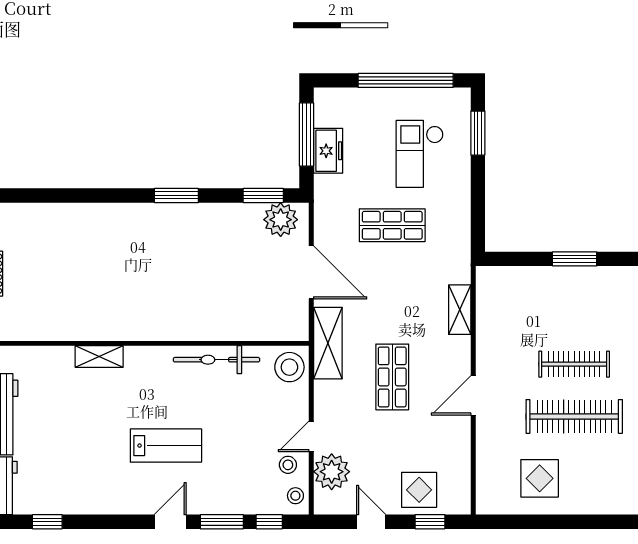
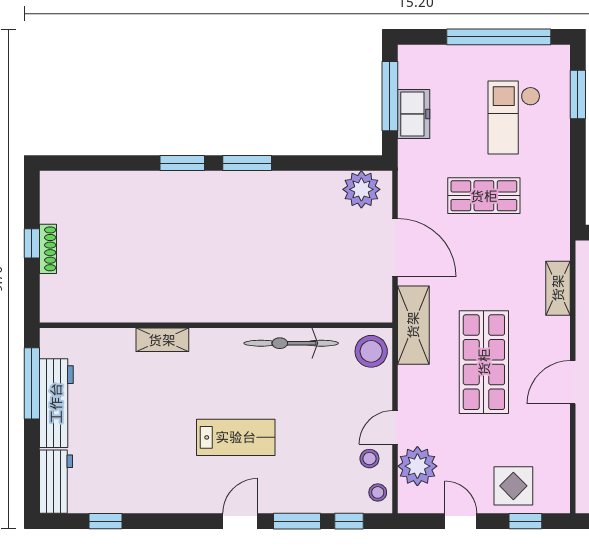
window: (263, 195) -> (182, 163), moved
shop shelf: (392, 377) -> (484, 362), width x1.43, depth x1.36

